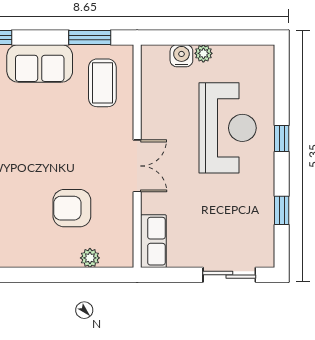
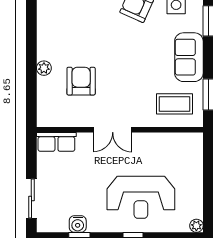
plant: (203, 53) -> (196, 226), moved
water cooler: (181, 56) -> (78, 224), moved, turned 90
plant: (90, 258) -> (44, 68), moved

